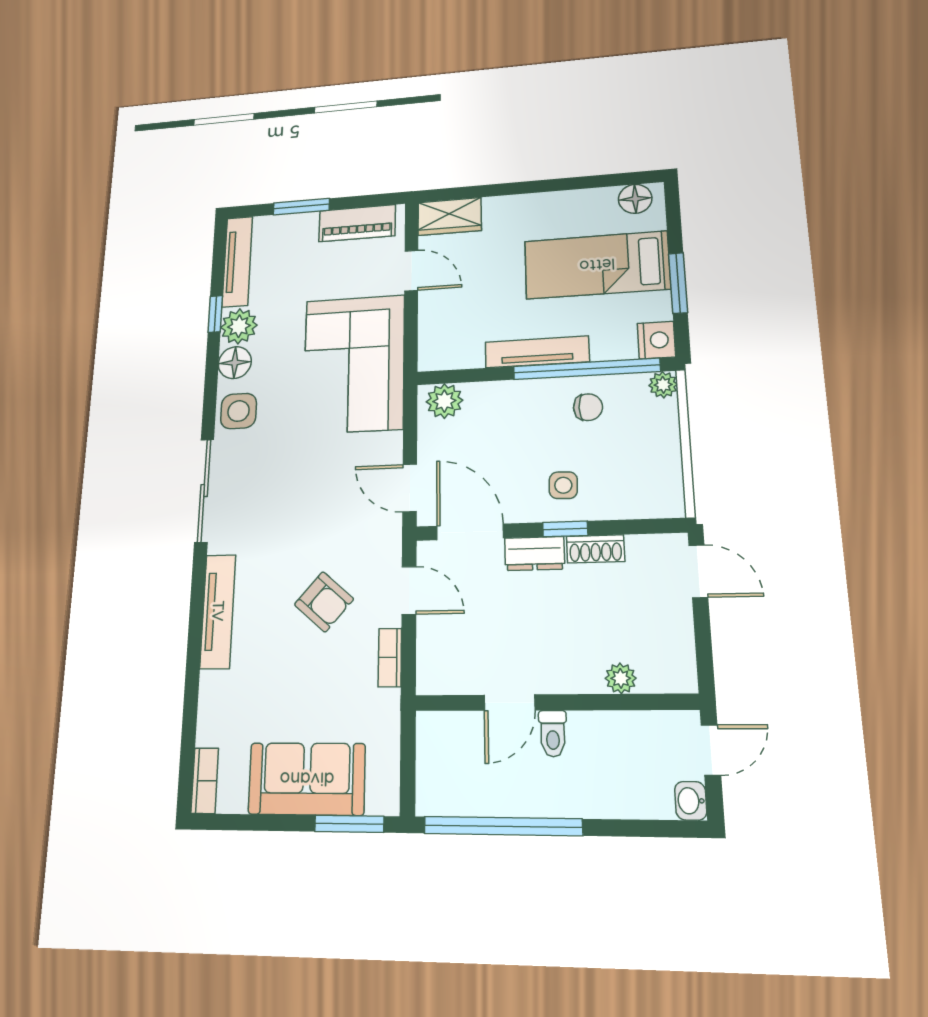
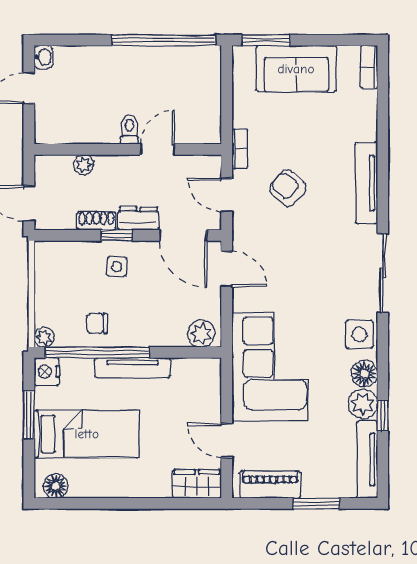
plant: (621, 678) -> (84, 165), moved
wall: (554, 702) -> (128, 149), moved
door: (510, 703) -> (158, 149), moved
toilet: (553, 734) -> (129, 129), moved

